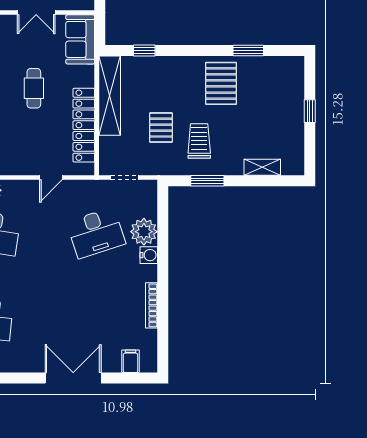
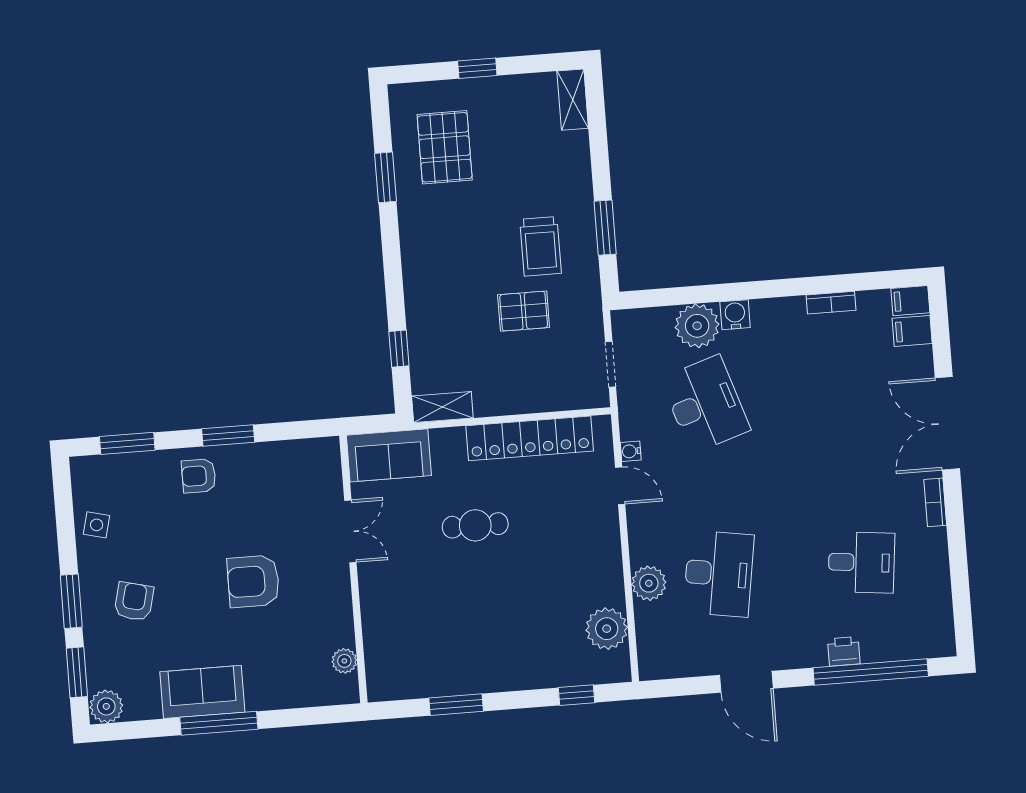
pallet: (221, 83) -> (445, 147), moved, turned 90
shelving: (110, 96) -> (442, 407), width x0.45, depth x0.75
trolley: (199, 141) -> (541, 246), turned -90
shelving: (262, 167) -> (573, 100), moved
water cooler: (71, 186) -> (631, 451), added
bookcase: (151, 305) -> (831, 303), width x0.64
filing cabinet: (149, 362) -> (910, 301), added
bookcase: (26, 367) -> (935, 502), added

